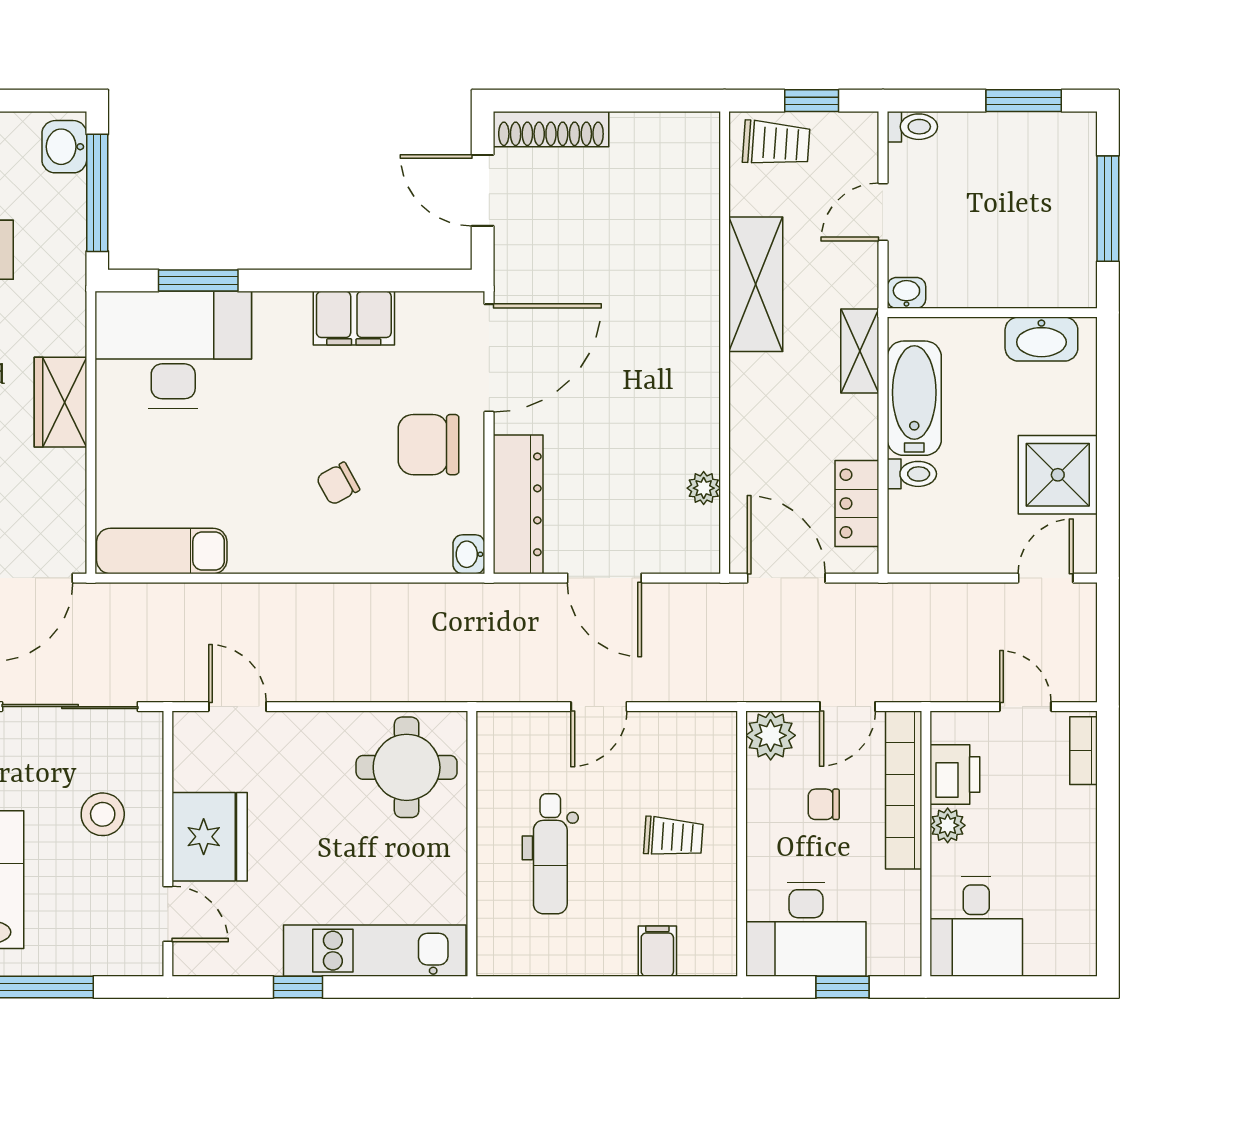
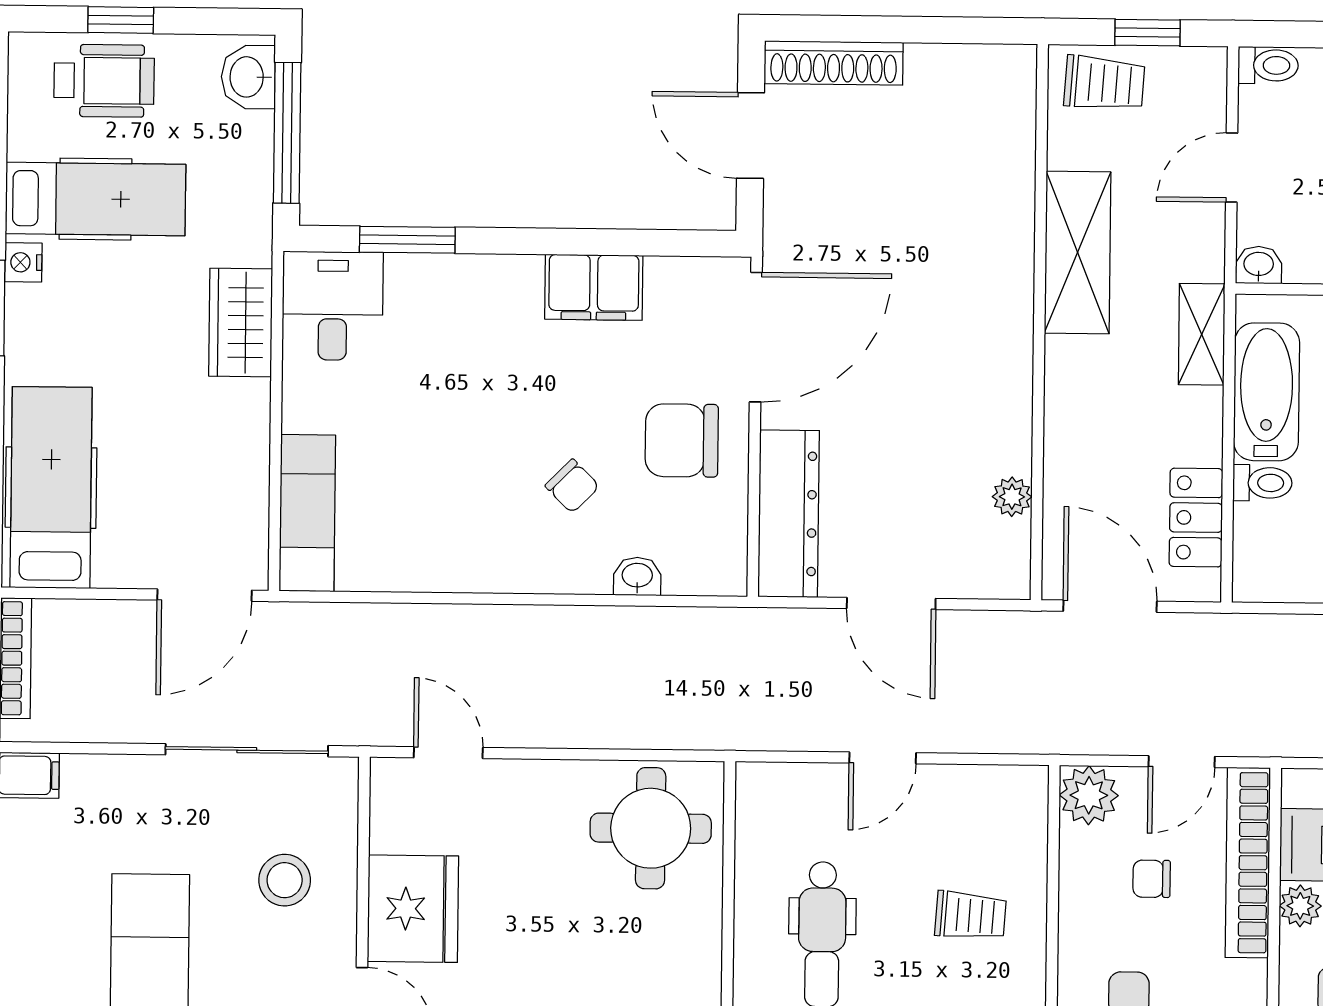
desk: (173, 350) -> (333, 306), width x0.53, depth x0.77
wardrobe: (60, 402) -> (241, 323), moved
chair: (338, 484) -> (572, 486), turned -106
exam couch: (162, 551) -> (307, 513), moved, turned 90
washbasin: (469, 554) -> (637, 576), moved, turned 90

